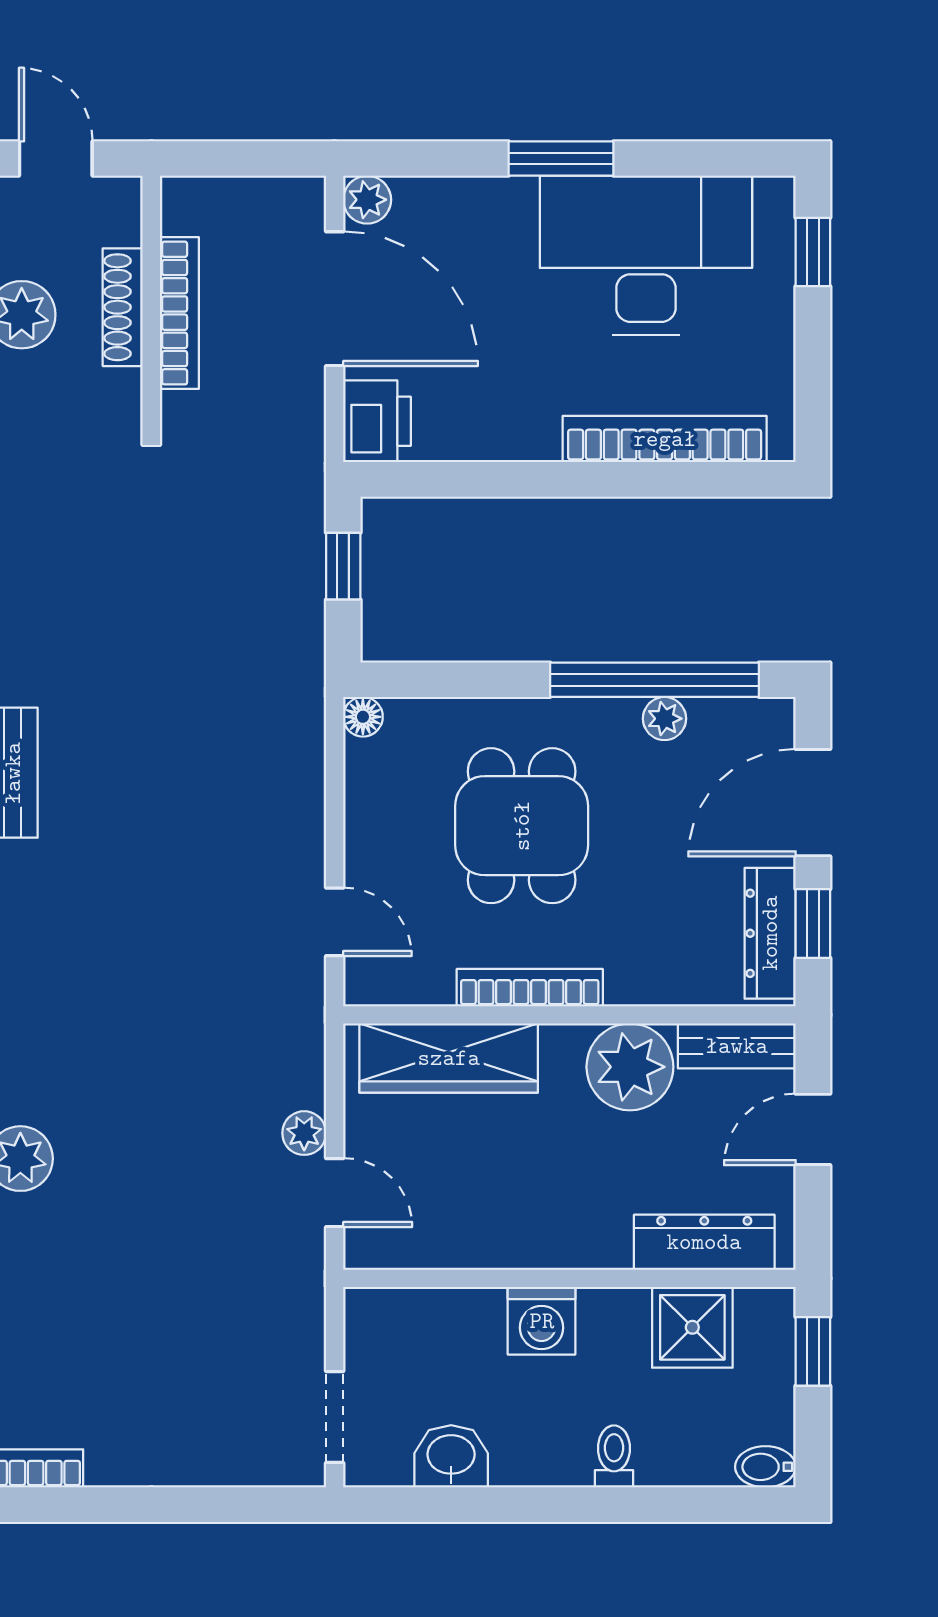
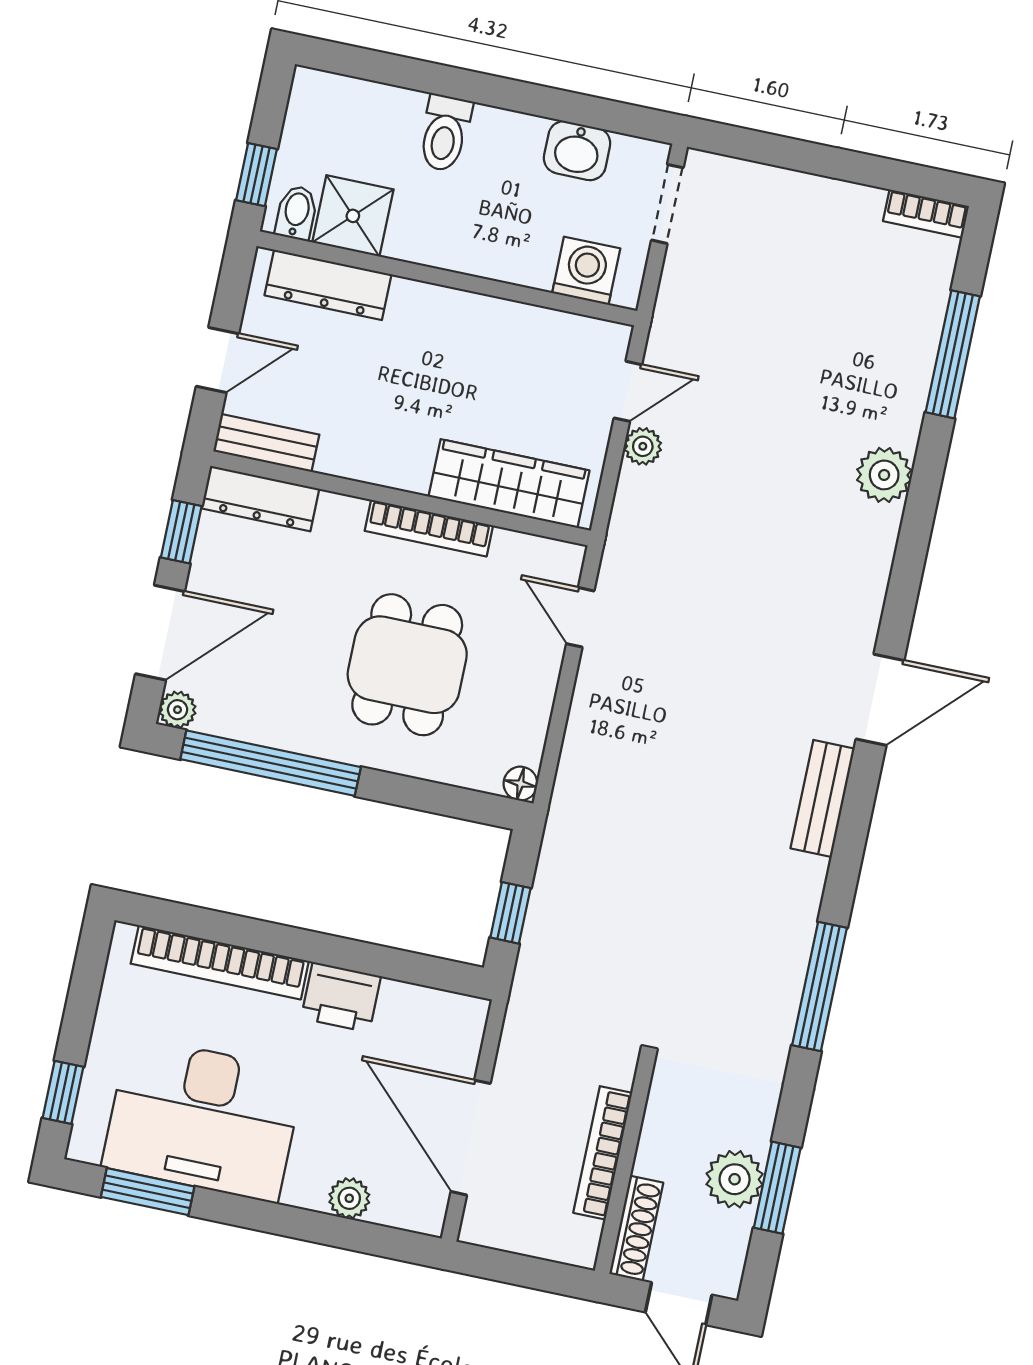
window: (561, 159) -> (148, 1192), moved
plant: (367, 200) -> (349, 1198), moved
shoe rack: (123, 307) -> (636, 1228), moved
printer: (377, 421) -> (341, 997), moved, turned -90
plant: (664, 719) -> (178, 710), moved
dresser: (770, 933) -> (260, 499), moved, turned 90
plant: (630, 1067) -> (359, 444), removed
door: (335, 1193) -> (628, 391), swing flipped
washing machine: (542, 1321) -> (586, 271), moved
toilet: (614, 1456) -> (445, 133), width x1.37, depth x1.39
bidet: (765, 1467) -> (296, 213), moved, turned -90

